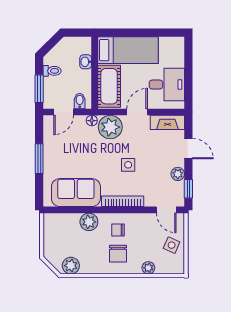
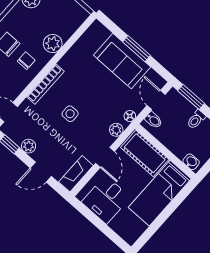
washbasin: (86, 62) -> (191, 162), moved
plant: (110, 127) -> (116, 130), width x0.53, depth x0.53
sofa: (76, 193) -> (122, 61), moved, turned 90

